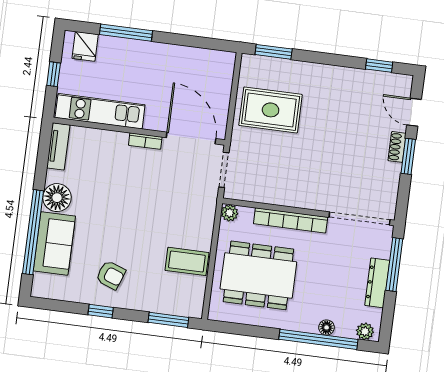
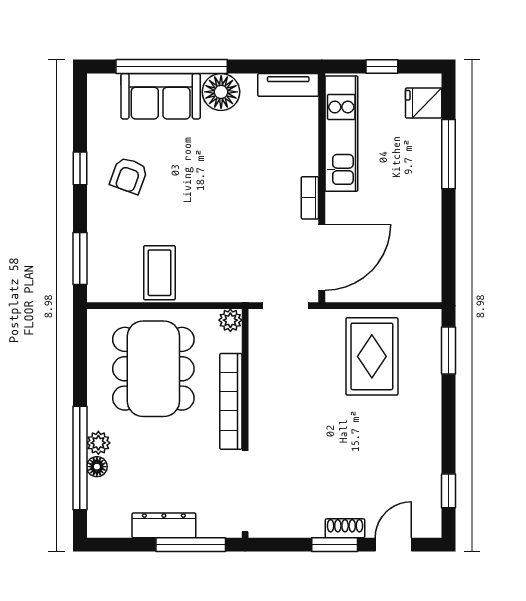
plant: (365, 331) -> (98, 443), moved

